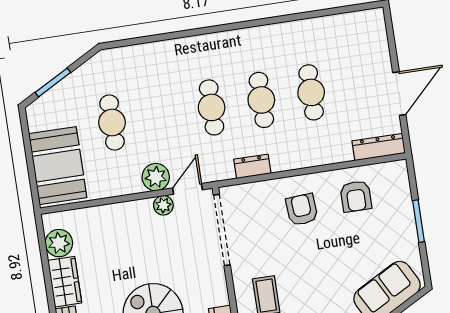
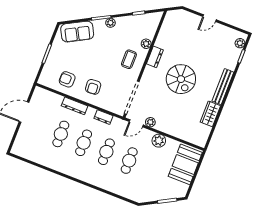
cafe table: (112, 123) -> (129, 161), moved
dresser: (379, 147) -> (75, 106), moved
plant: (156, 177) -> (159, 141), moved
armchair: (356, 196) -> (67, 79), turned -90
plant: (59, 243) -> (203, 132), removed

